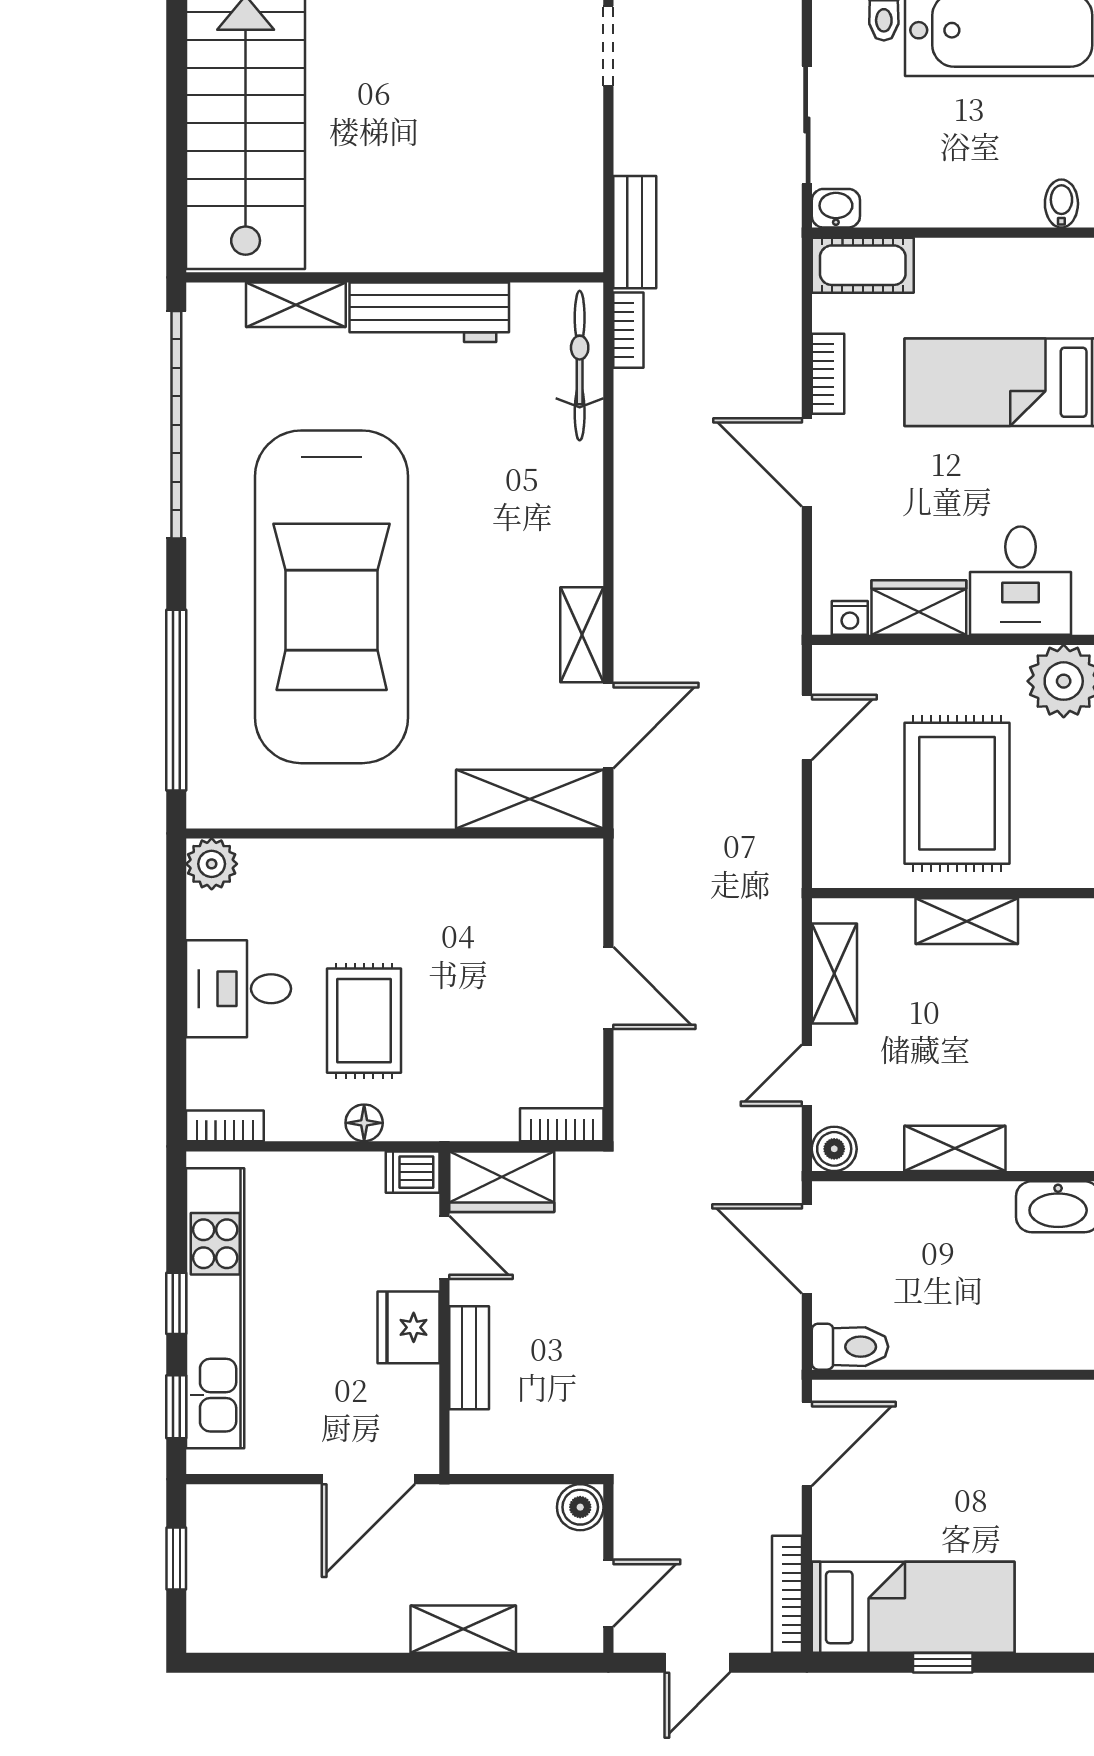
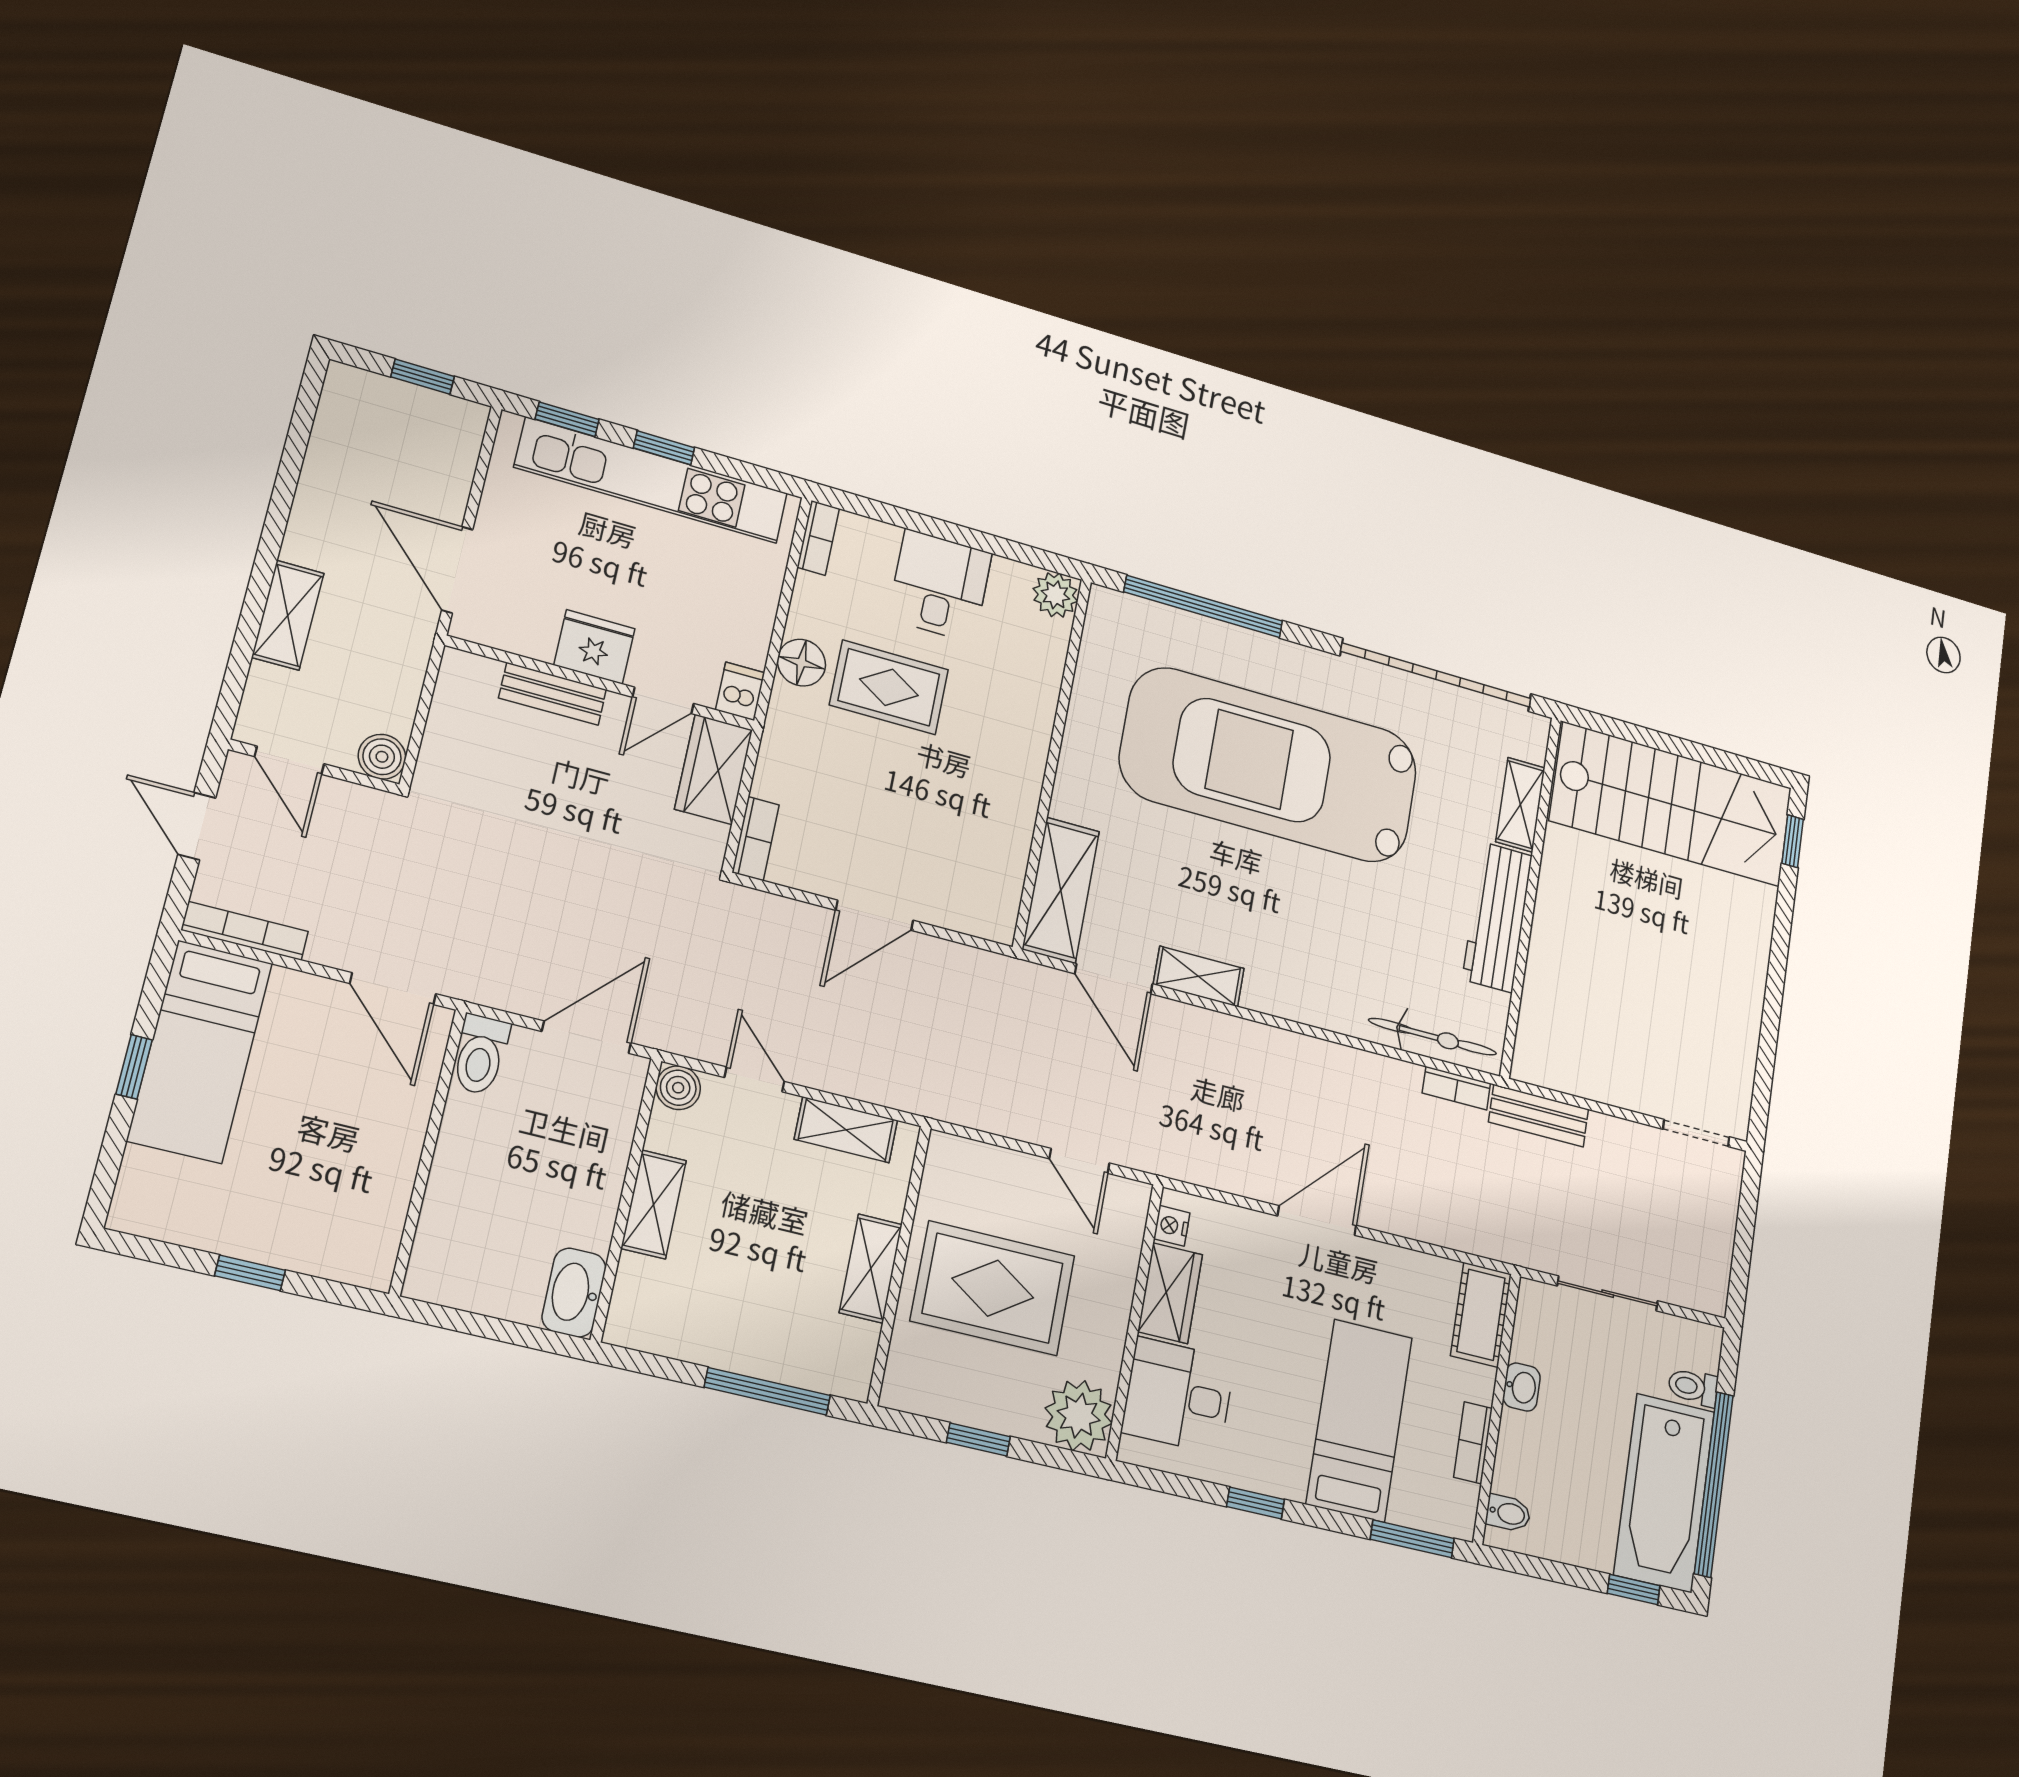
washbasin: (836, 208) -> (1522, 1387), moved
bookcase: (828, 374) -> (1473, 1443), moved, turned 90
floor lamp: (364, 1123) -> (801, 663), width x1.37, depth x1.37

